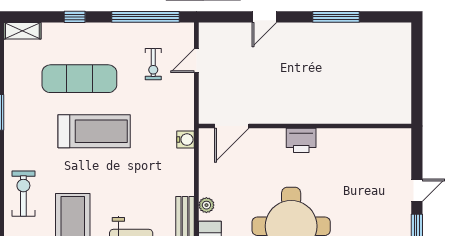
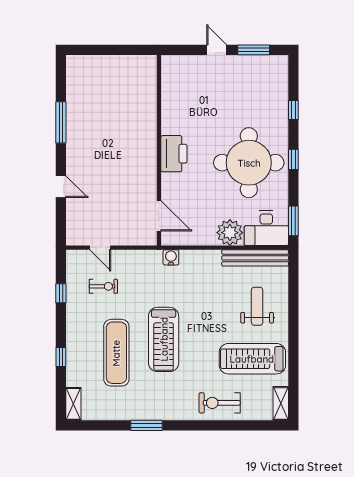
window: (146, 17) -> (61, 293), width x0.32
treadmill: (94, 131) -> (164, 339), turned 180
printer: (301, 140) -> (174, 154), width x1.37, depth x1.19
plant: (206, 205) -> (230, 233), width x1.88, depth x1.88

